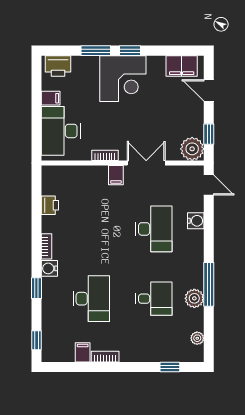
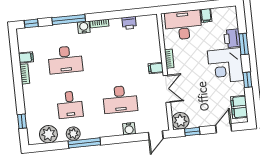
window: (130, 51) -> (247, 80), moved
printer: (58, 66) -> (232, 38), moved
window: (37, 288) -> (69, 20), width x2.17
plant: (197, 338) -> (48, 134), width x1.87, depth x1.87

